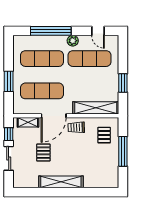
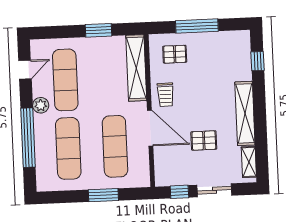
shelving: (28, 122) -> (249, 162), moved
window: (97, 192) -> (258, 61), added

